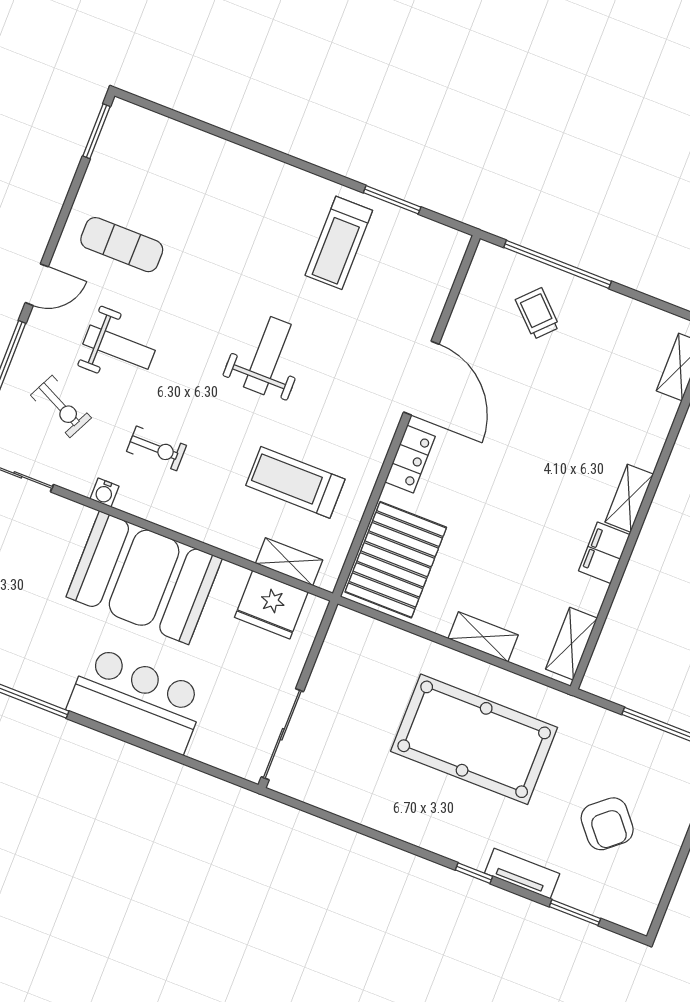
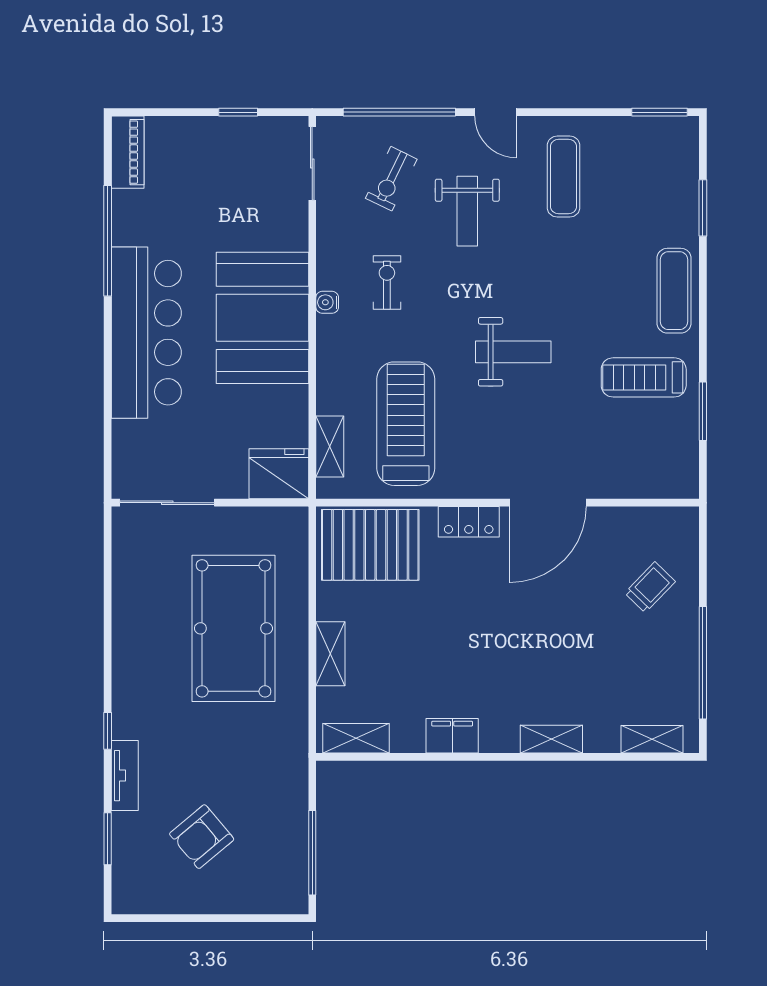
window: (202, 126) -> (703, 208), added
exercise mat: (269, 183) -> (674, 291), added
window: (558, 264) -> (703, 663), moved
exercise bike: (156, 448) -> (387, 283), turned 180
treadmill: (295, 482) -> (406, 424), width x1.37, depth x1.38
water cooler: (104, 493) -> (327, 302), moved
shelving: (629, 498) -> (551, 739), moved
fridge: (271, 605) -> (279, 474), moved, turned 90
bar counter: (137, 700) -> (146, 333), width x1.36
pool table: (474, 739) -> (233, 628), moved

